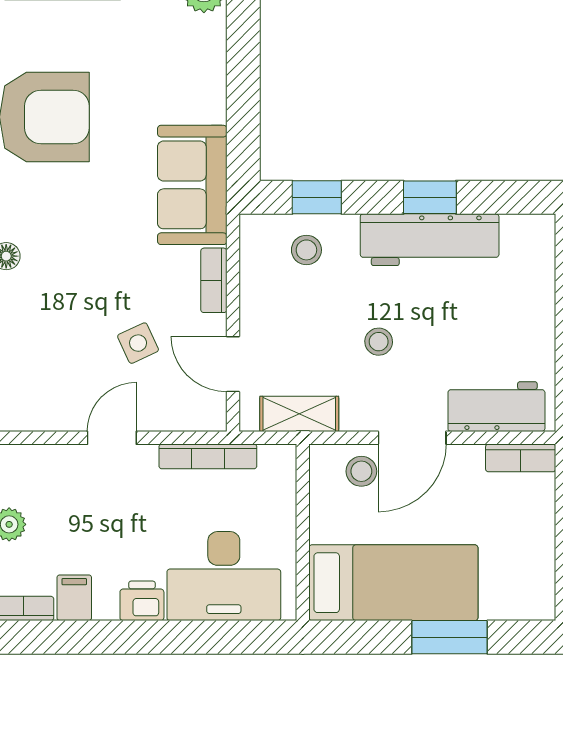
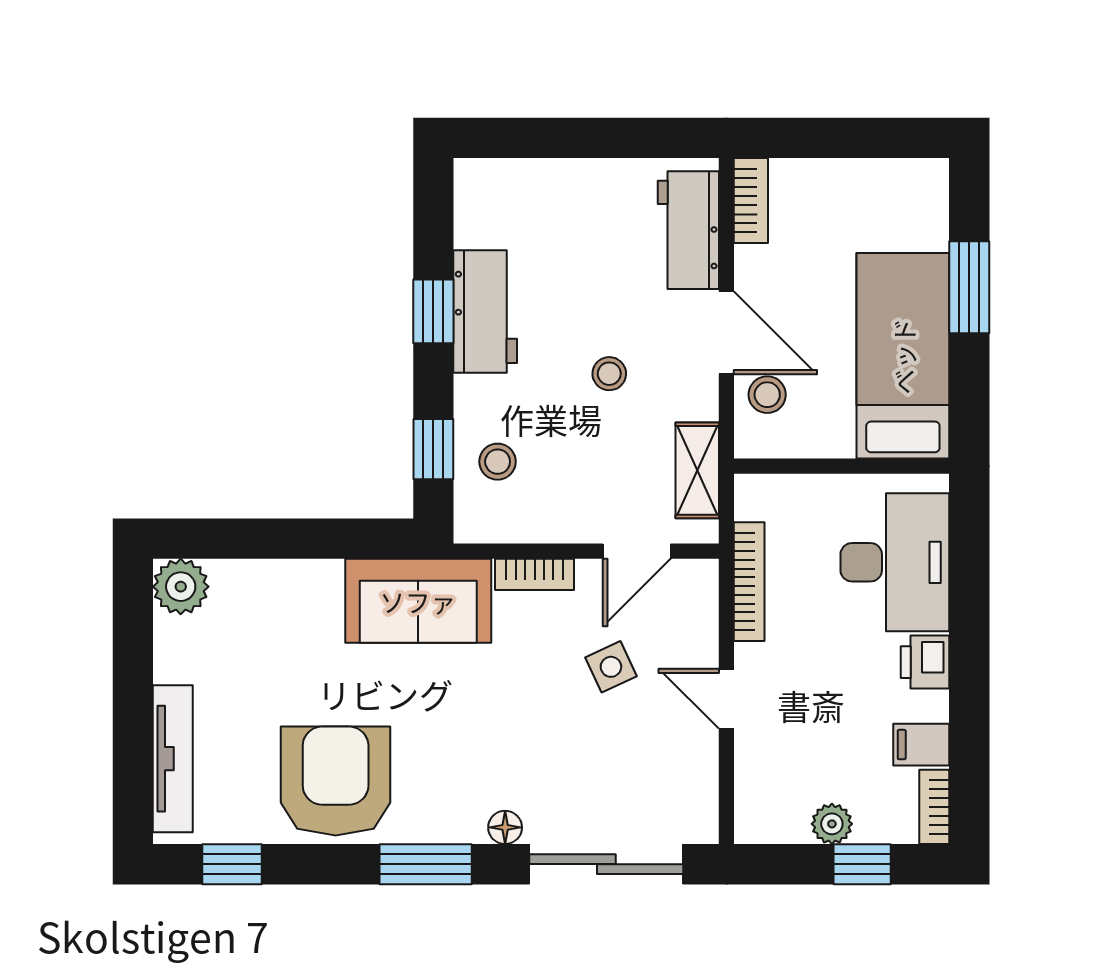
workbench: (430, 240) -> (485, 312), width x0.73

